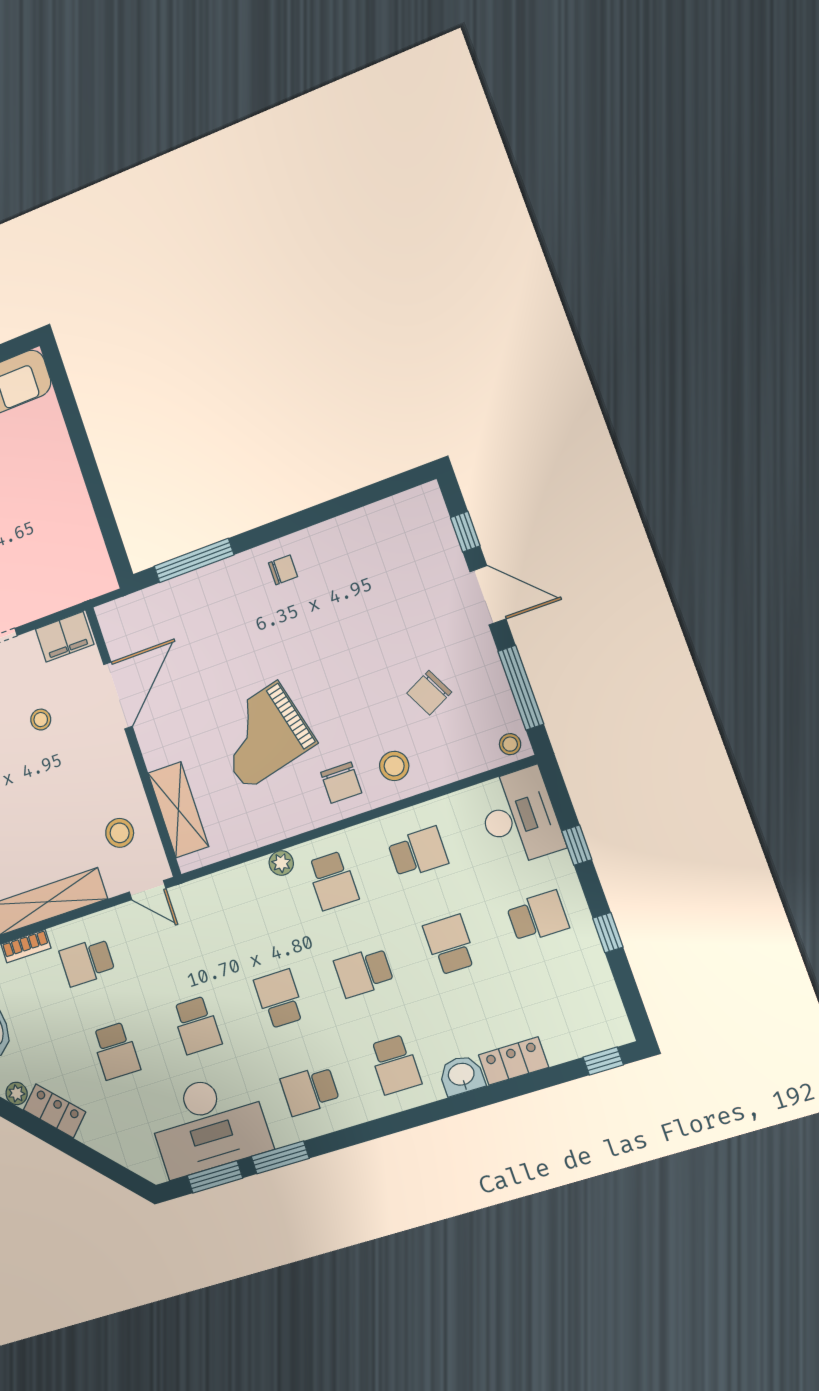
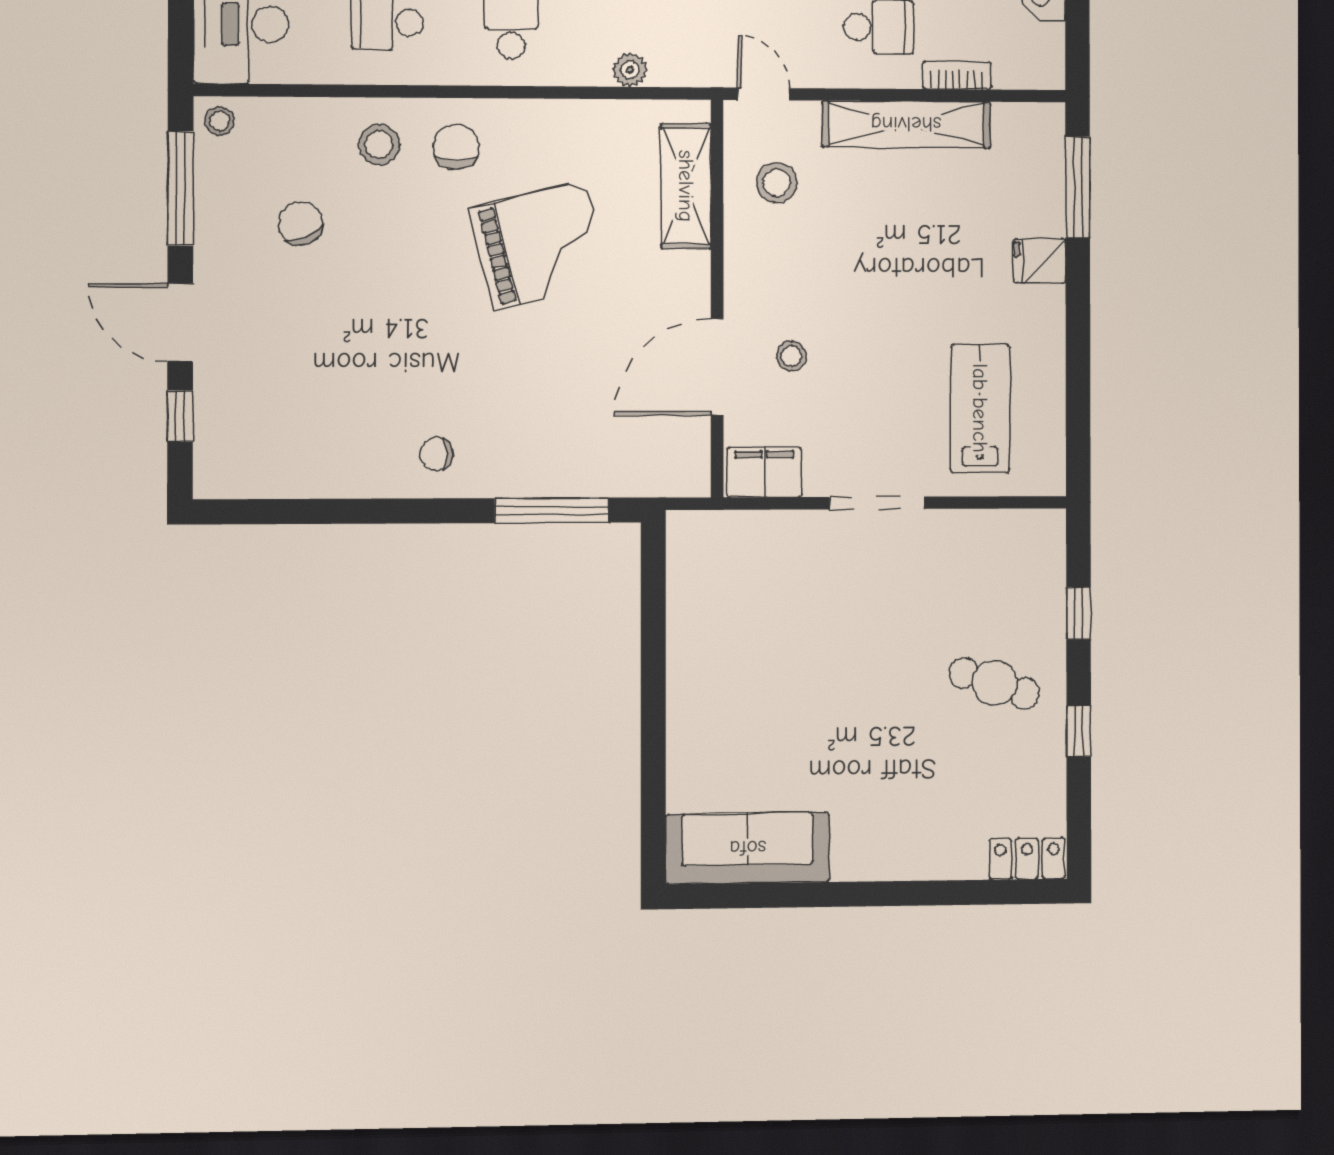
chair: (429, 693) -> (300, 224), turned -85
stool: (41, 720) -> (791, 356), moved
plant: (281, 863) -> (630, 70), moved

